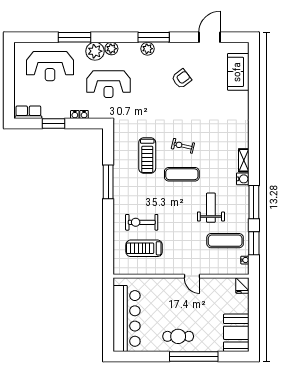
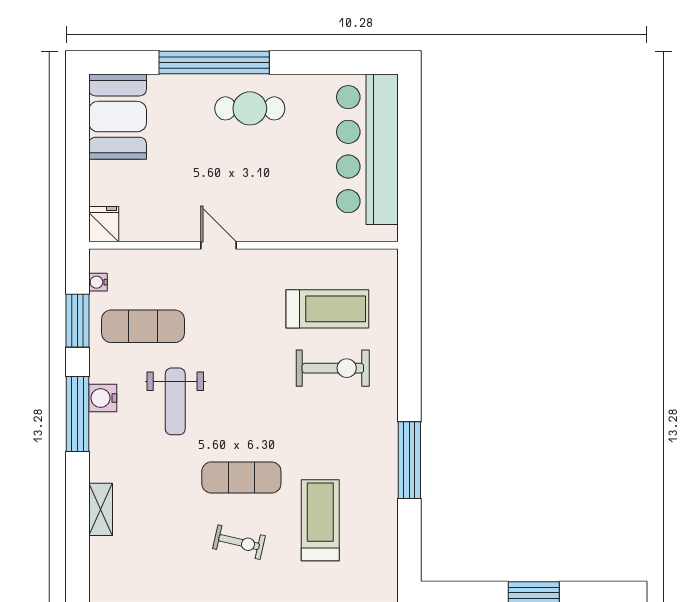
water cooler: (243, 179) -> (103, 398), moved

